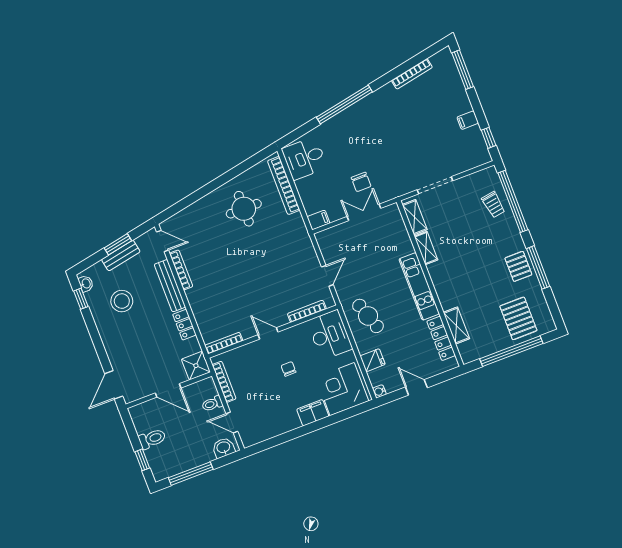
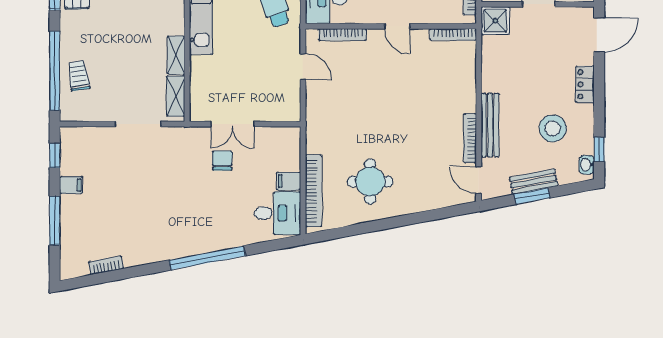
window: (463, 70) -> (55, 221), moved
bookcase: (412, 74) -> (106, 265), width x0.64
filing cabinet: (318, 220) -> (289, 181), moved
door: (327, 276) -> (303, 67), swing flipped
locker: (184, 325) -> (585, 84), moved, turned 180

